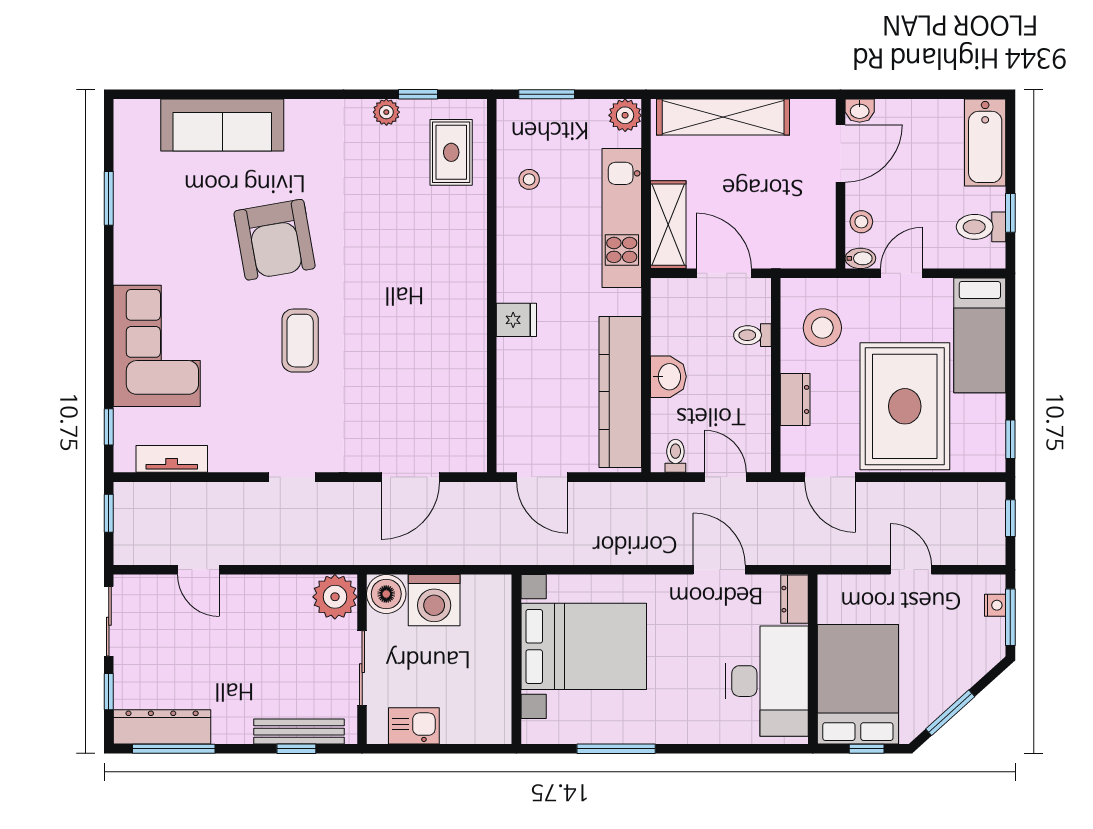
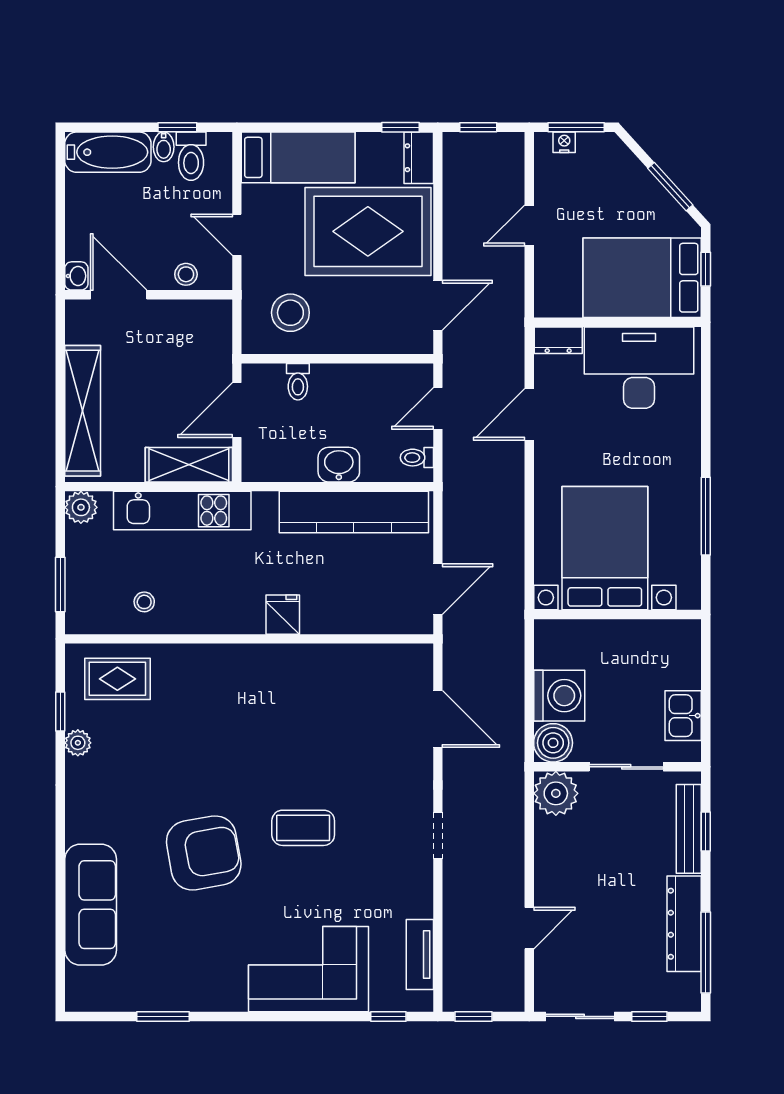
bidet: (860, 258) -> (164, 147), moved, turned 180
dresser: (795, 399) -> (419, 158), moved, turned -90
dresser: (162, 727) -> (684, 924), moved

